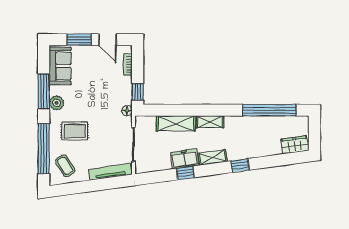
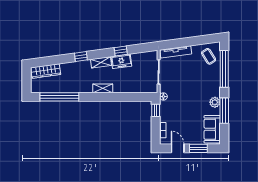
shelving: (176, 123) -> (128, 87), removed
rug: (75, 131) -> (202, 82), removed
wardrobe: (295, 145) -> (46, 71), width x1.50

